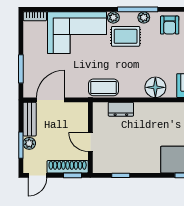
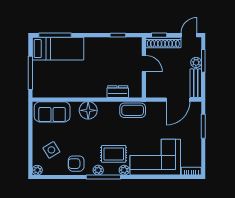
armchair: (170, 25) -> (76, 164), turned -90

